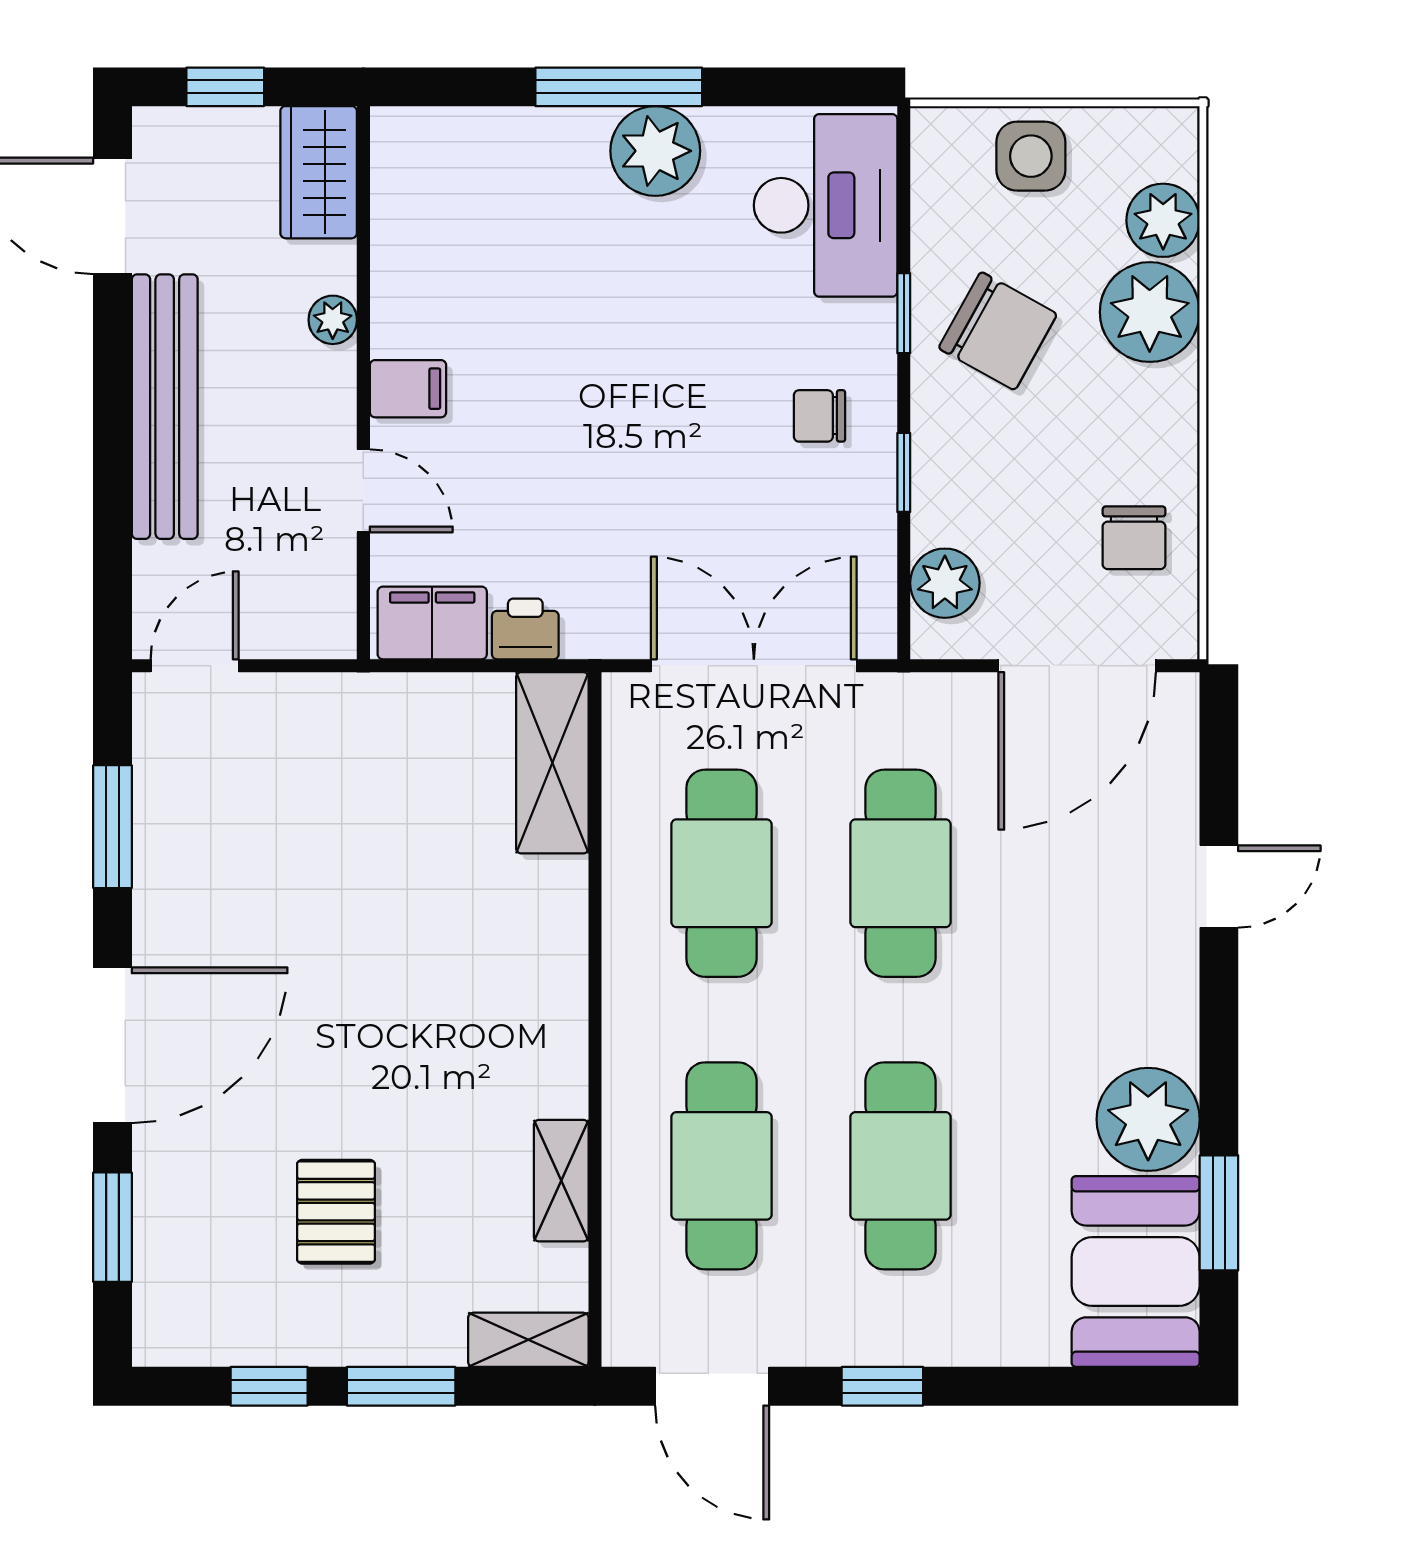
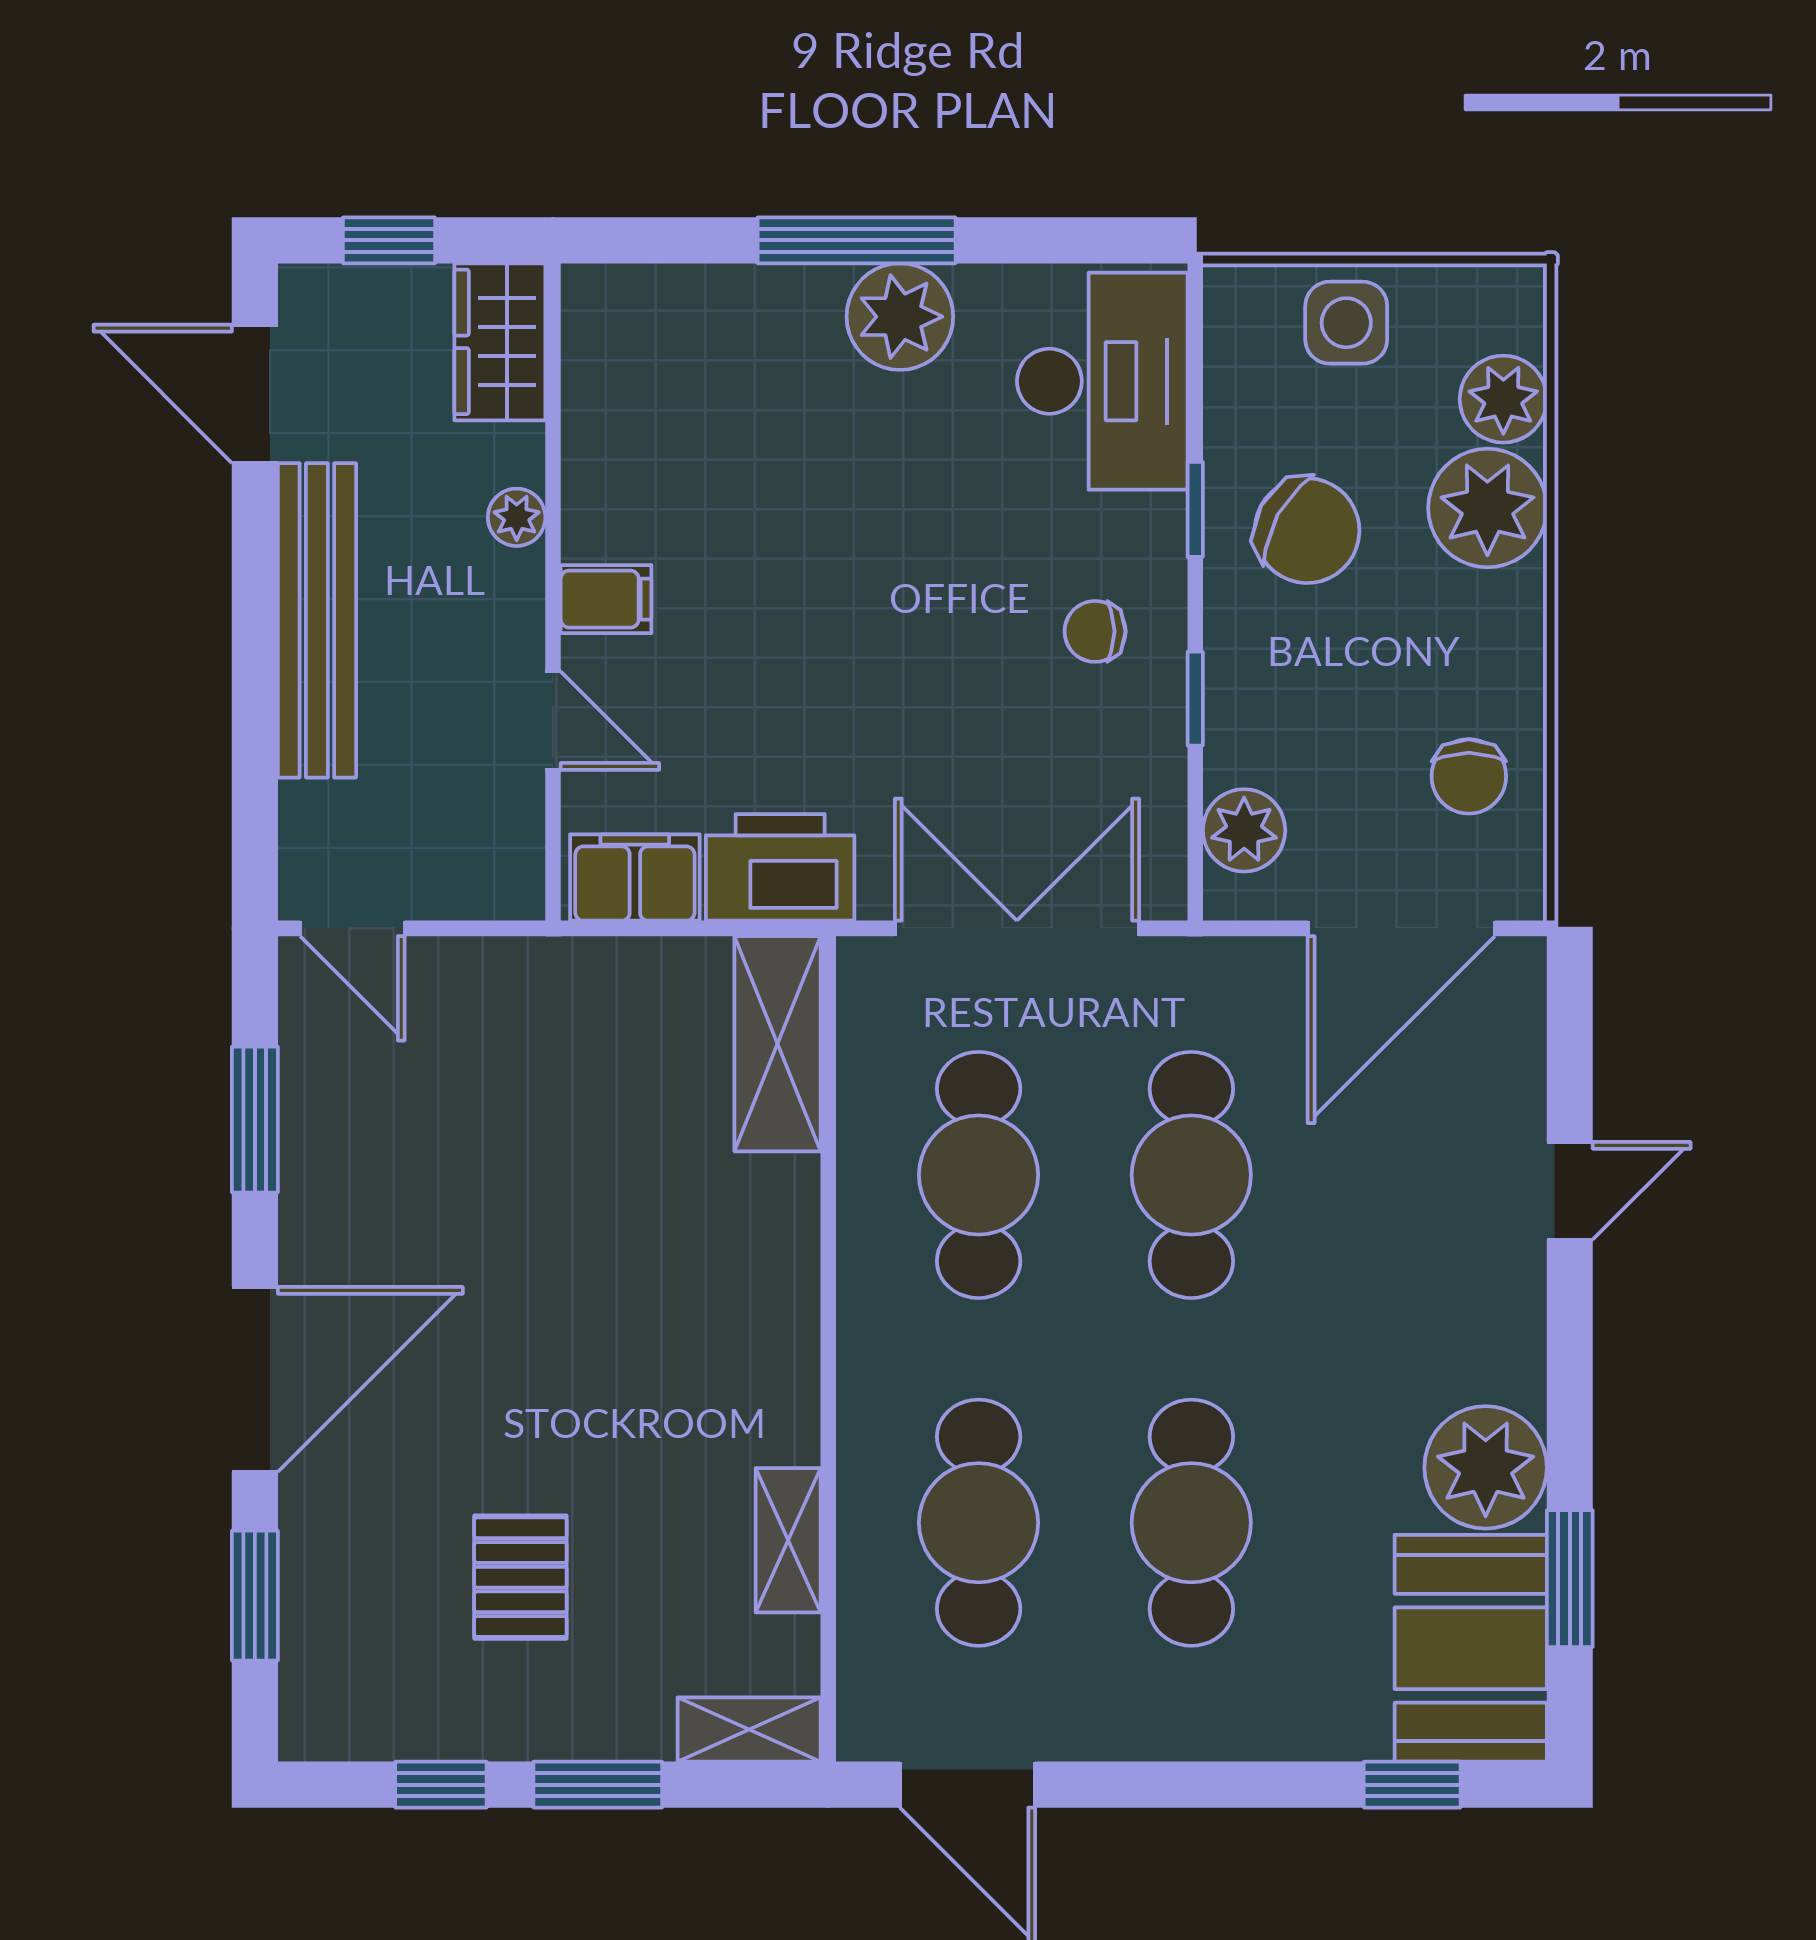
printer: (525, 629) -> (780, 867), width x1.87, depth x1.48
door: (195, 666) -> (352, 928), swing flipped
window: (882, 1386) -> (1412, 1785), moved

